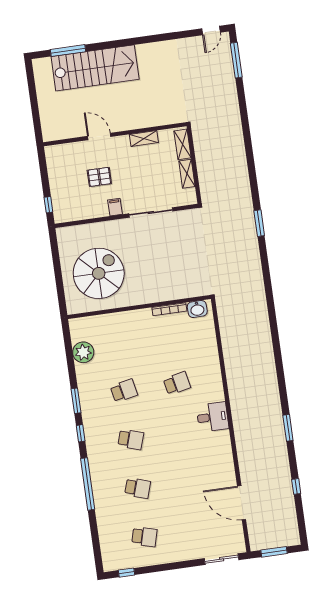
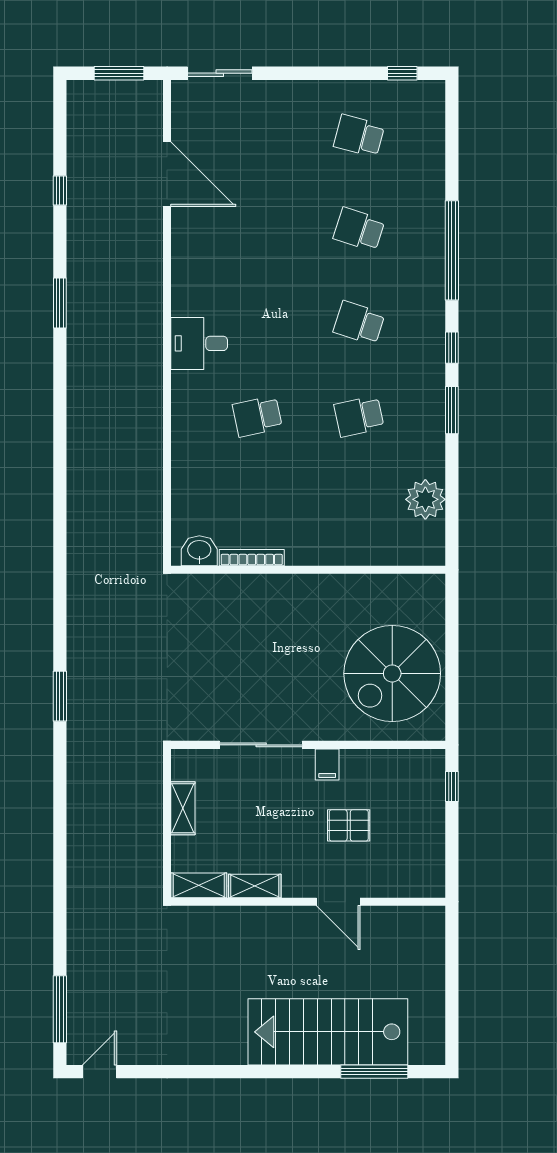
shelving: (183, 144) -> (199, 885), moved, turned 90
spiral stairs: (99, 273) -> (392, 673), moved

